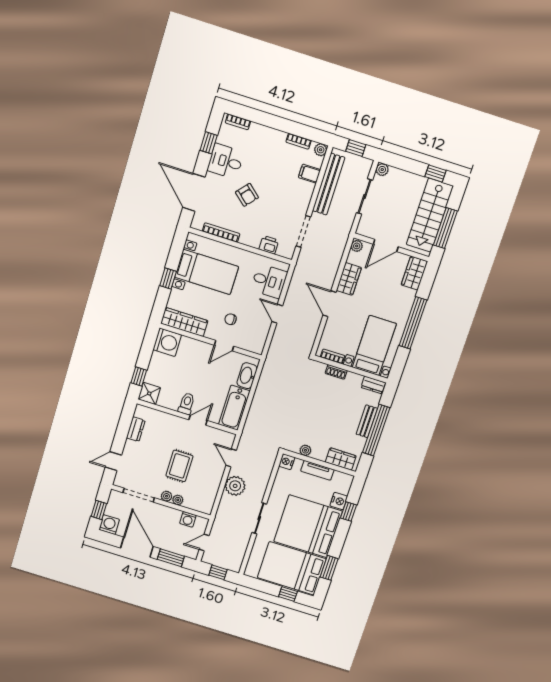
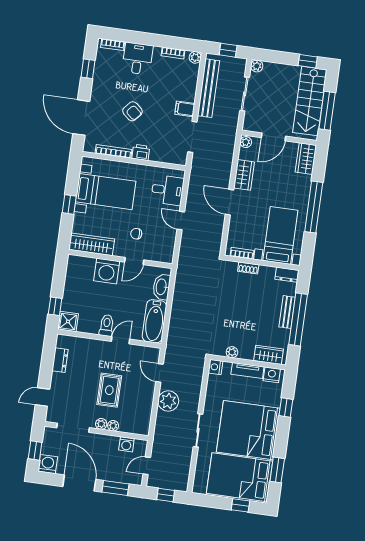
desk: (226, 161) -> (137, 59), moved, turned 90
filing cabinet: (309, 174) -> (185, 109), moved
printer: (269, 245) -> (141, 152), moved
washing machine: (167, 342) -> (107, 271), moved, turned 90
nightstand: (339, 501) -> (272, 375), moved, turned -90

